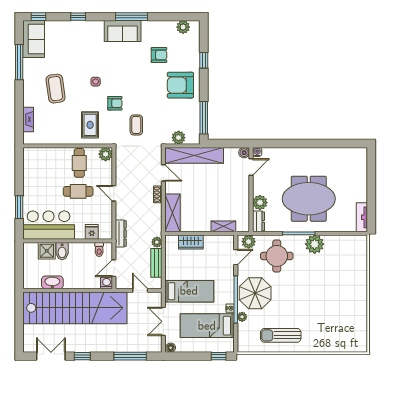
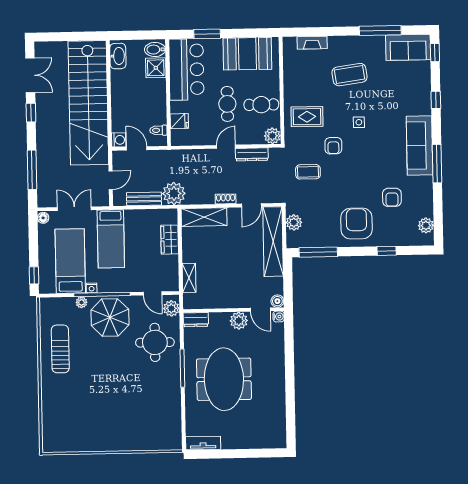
sofa: (123, 31) -> (420, 145), width x1.36
booth: (36, 174) -> (247, 54), added
plant: (260, 203) -> (239, 321), moved
dresser: (121, 234) -> (252, 154), moved
plant: (157, 242) -> (174, 193), width x1.88, depth x1.88
plant: (315, 244) -> (170, 387), removed
bidet: (62, 251) -> (155, 49), moved
washbasin: (52, 282) -> (118, 56), moved

